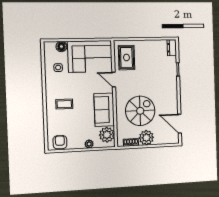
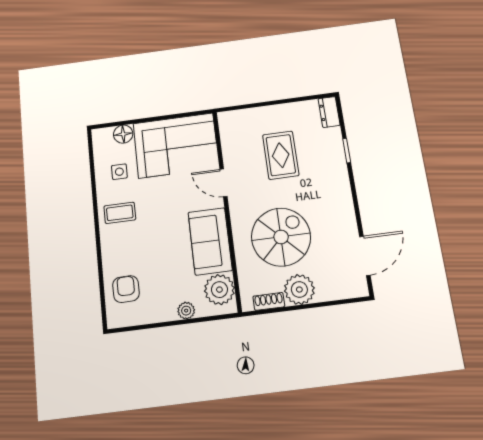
rug: (126, 57) -> (281, 155), moved
coffee table: (64, 104) -> (120, 213), moved
door: (180, 124) -> (365, 256), swing flipped
armchair: (60, 142) -> (126, 289), moved

